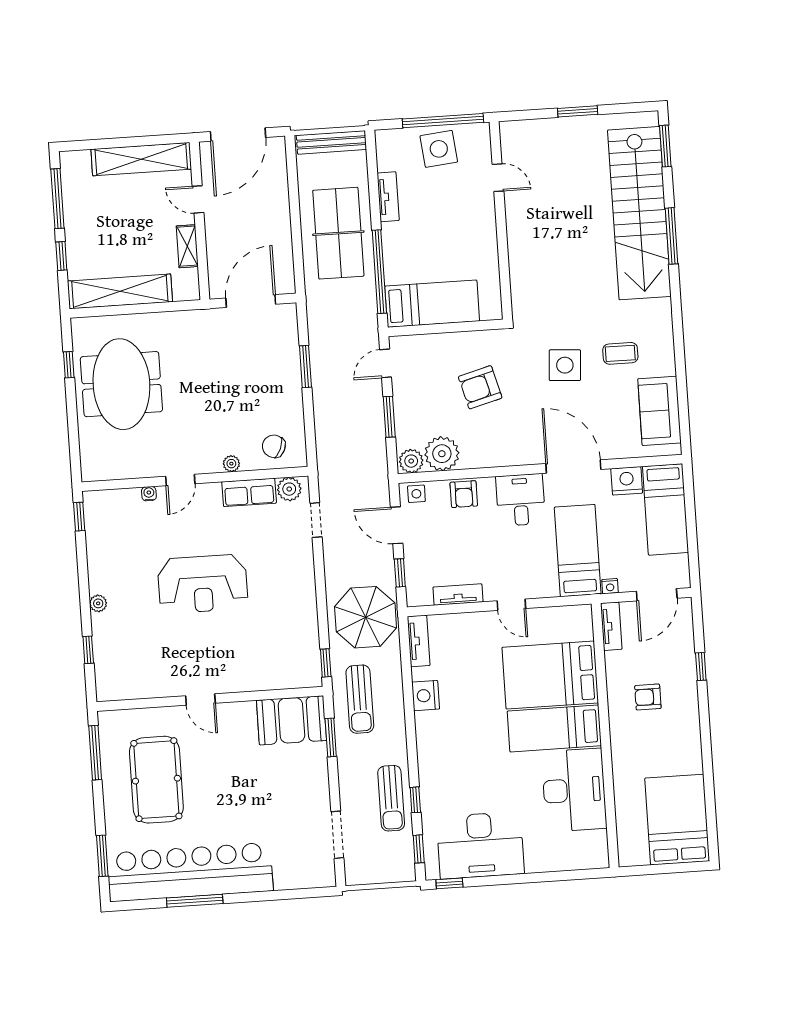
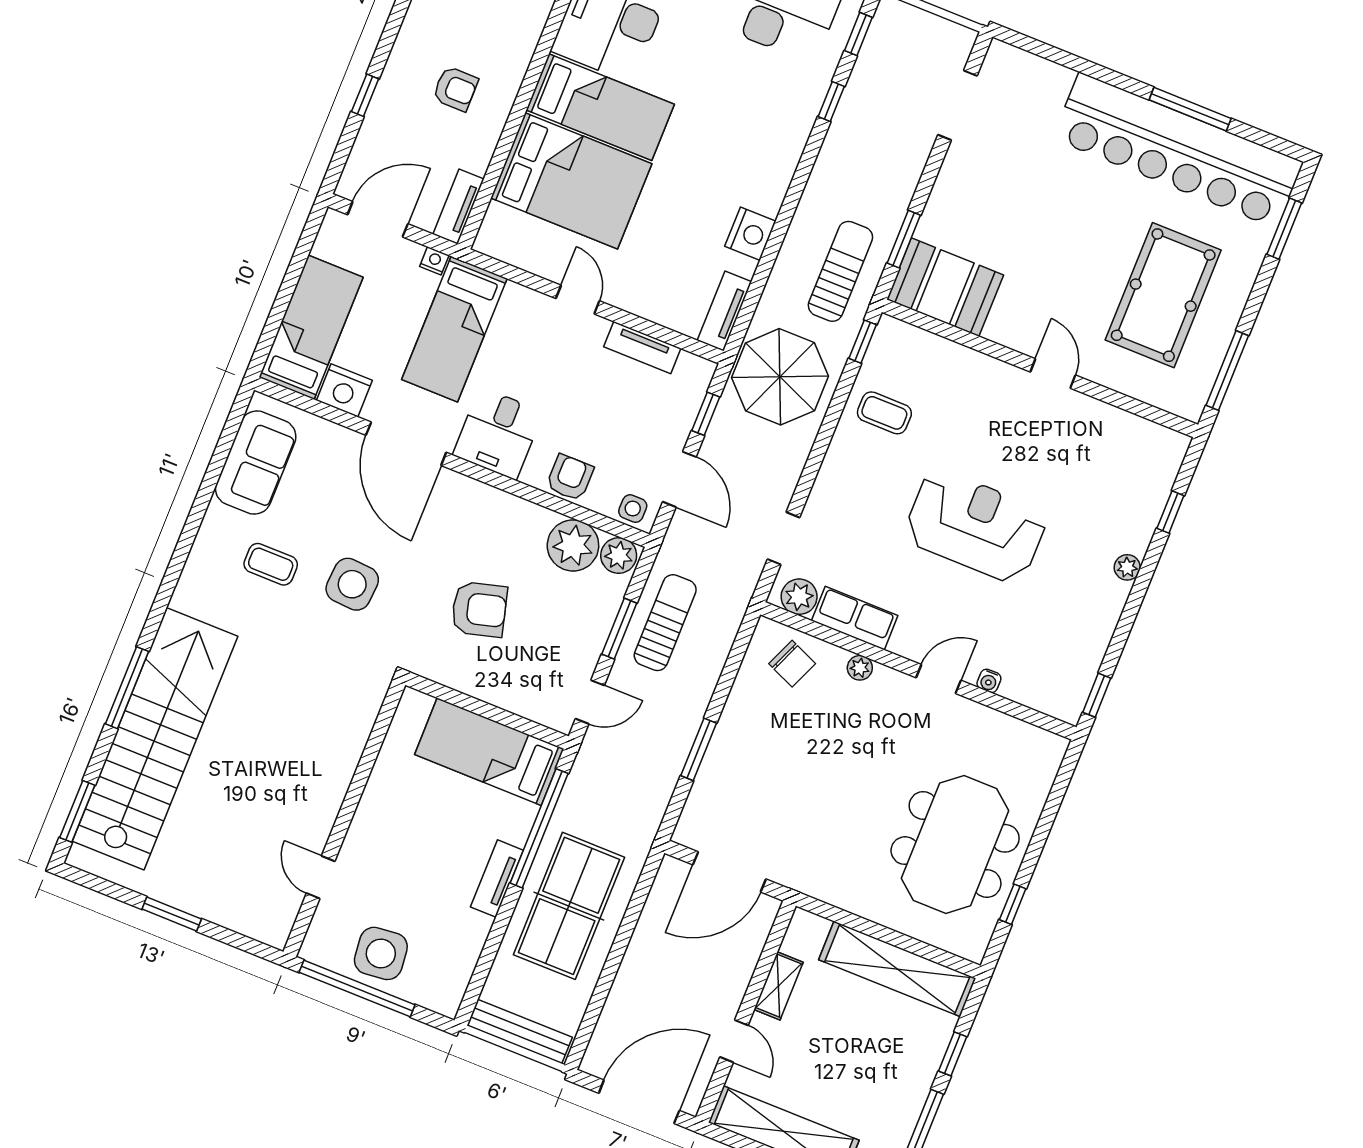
tv unit: (388, 197) -> (497, 879), moved
coffee table: (291, 626) -> (884, 413), added
sun lounger: (391, 798) -> (665, 623), moved

